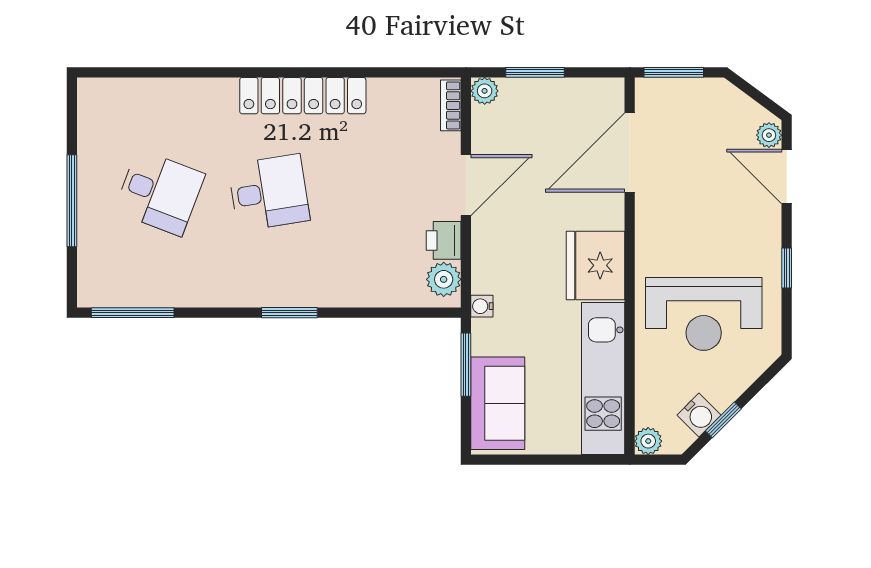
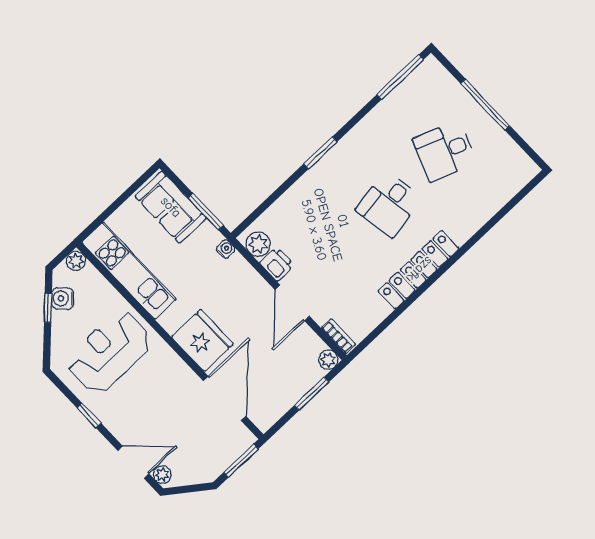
fridge: (596, 265) -> (202, 340), moved

